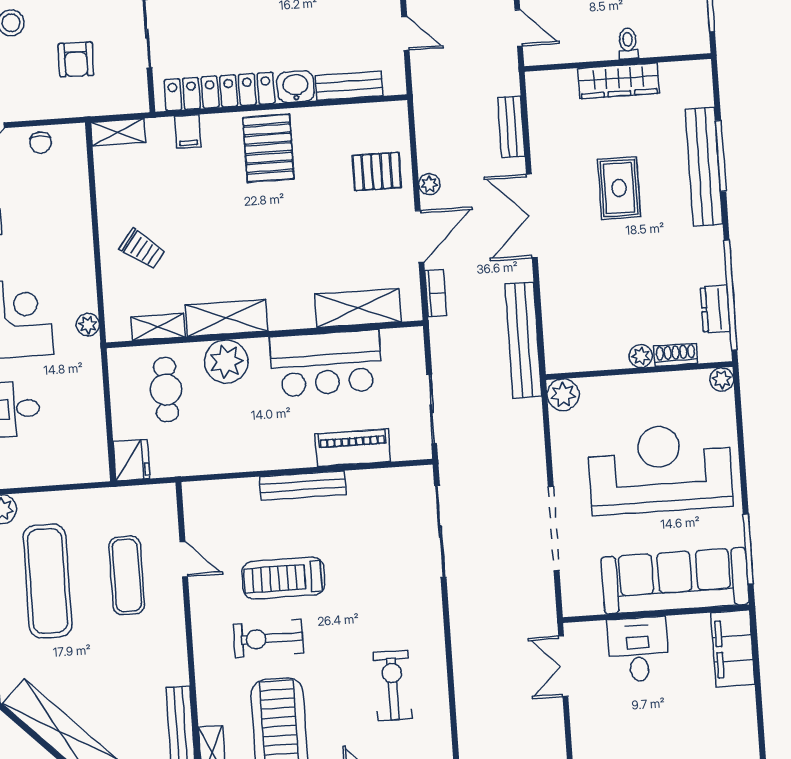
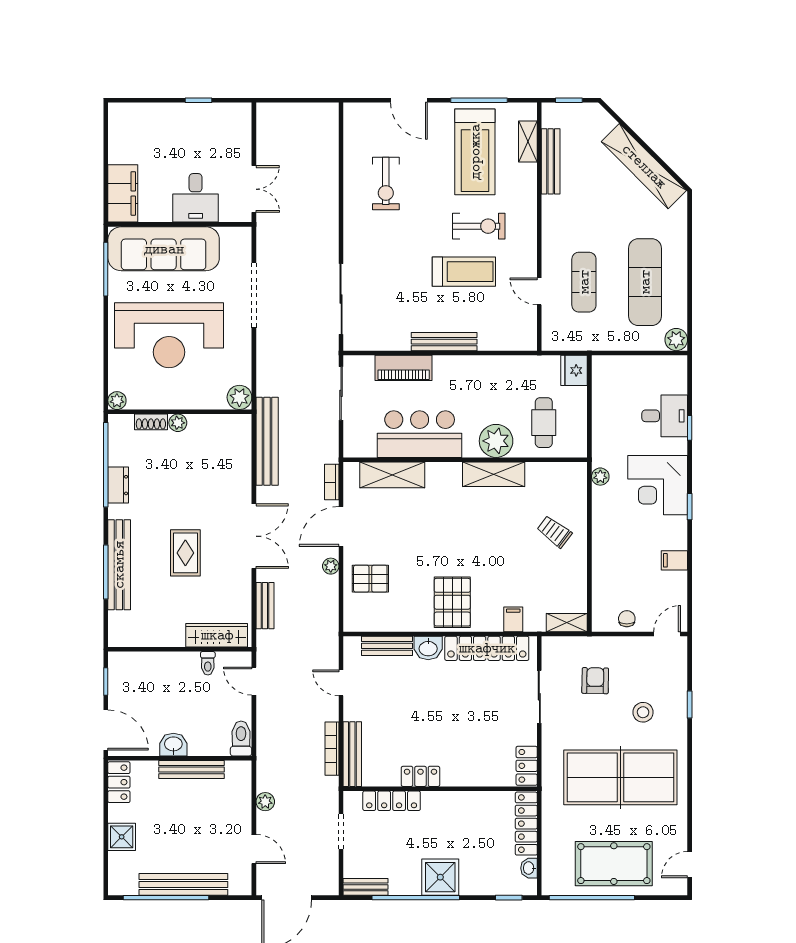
toilet: (628, 44) -> (208, 663), moved
wardrobe: (619, 81) -> (217, 635), moved
dresser: (715, 309) -> (118, 485), moved
shelving: (158, 327) -> (547, 471), removed

